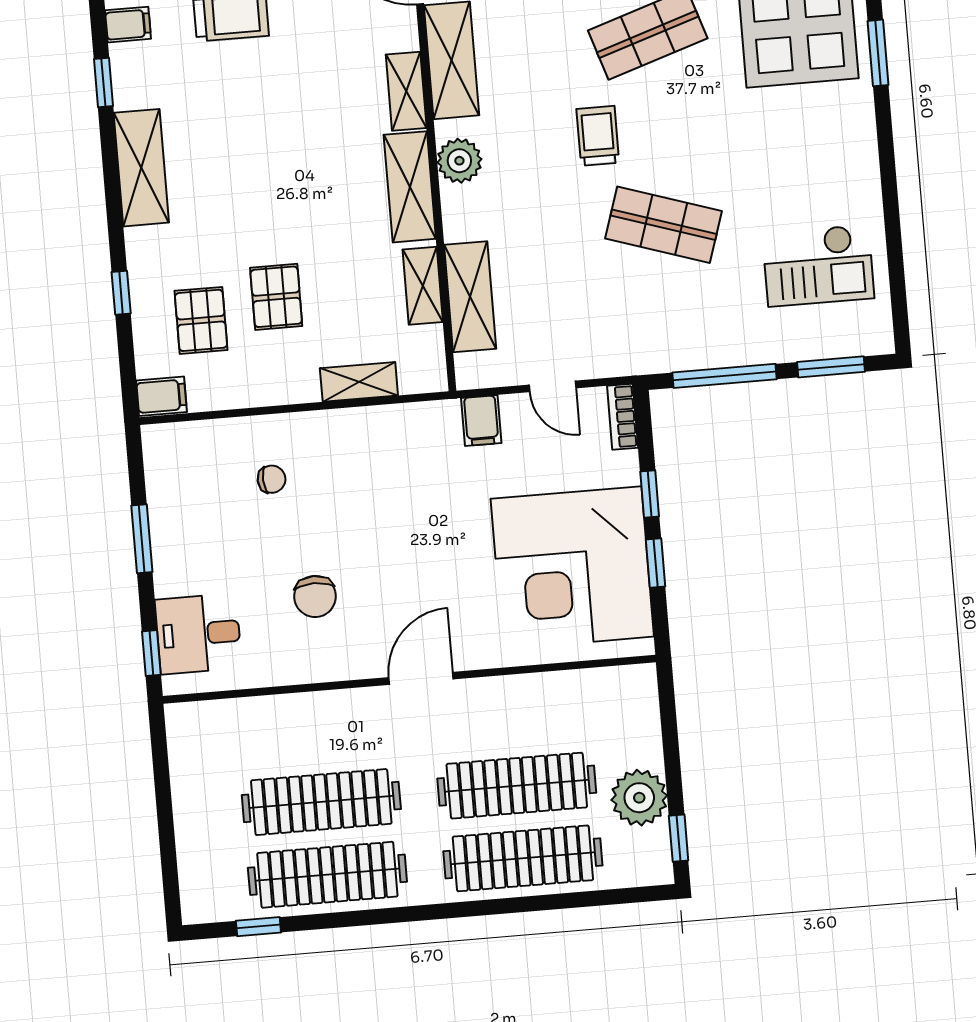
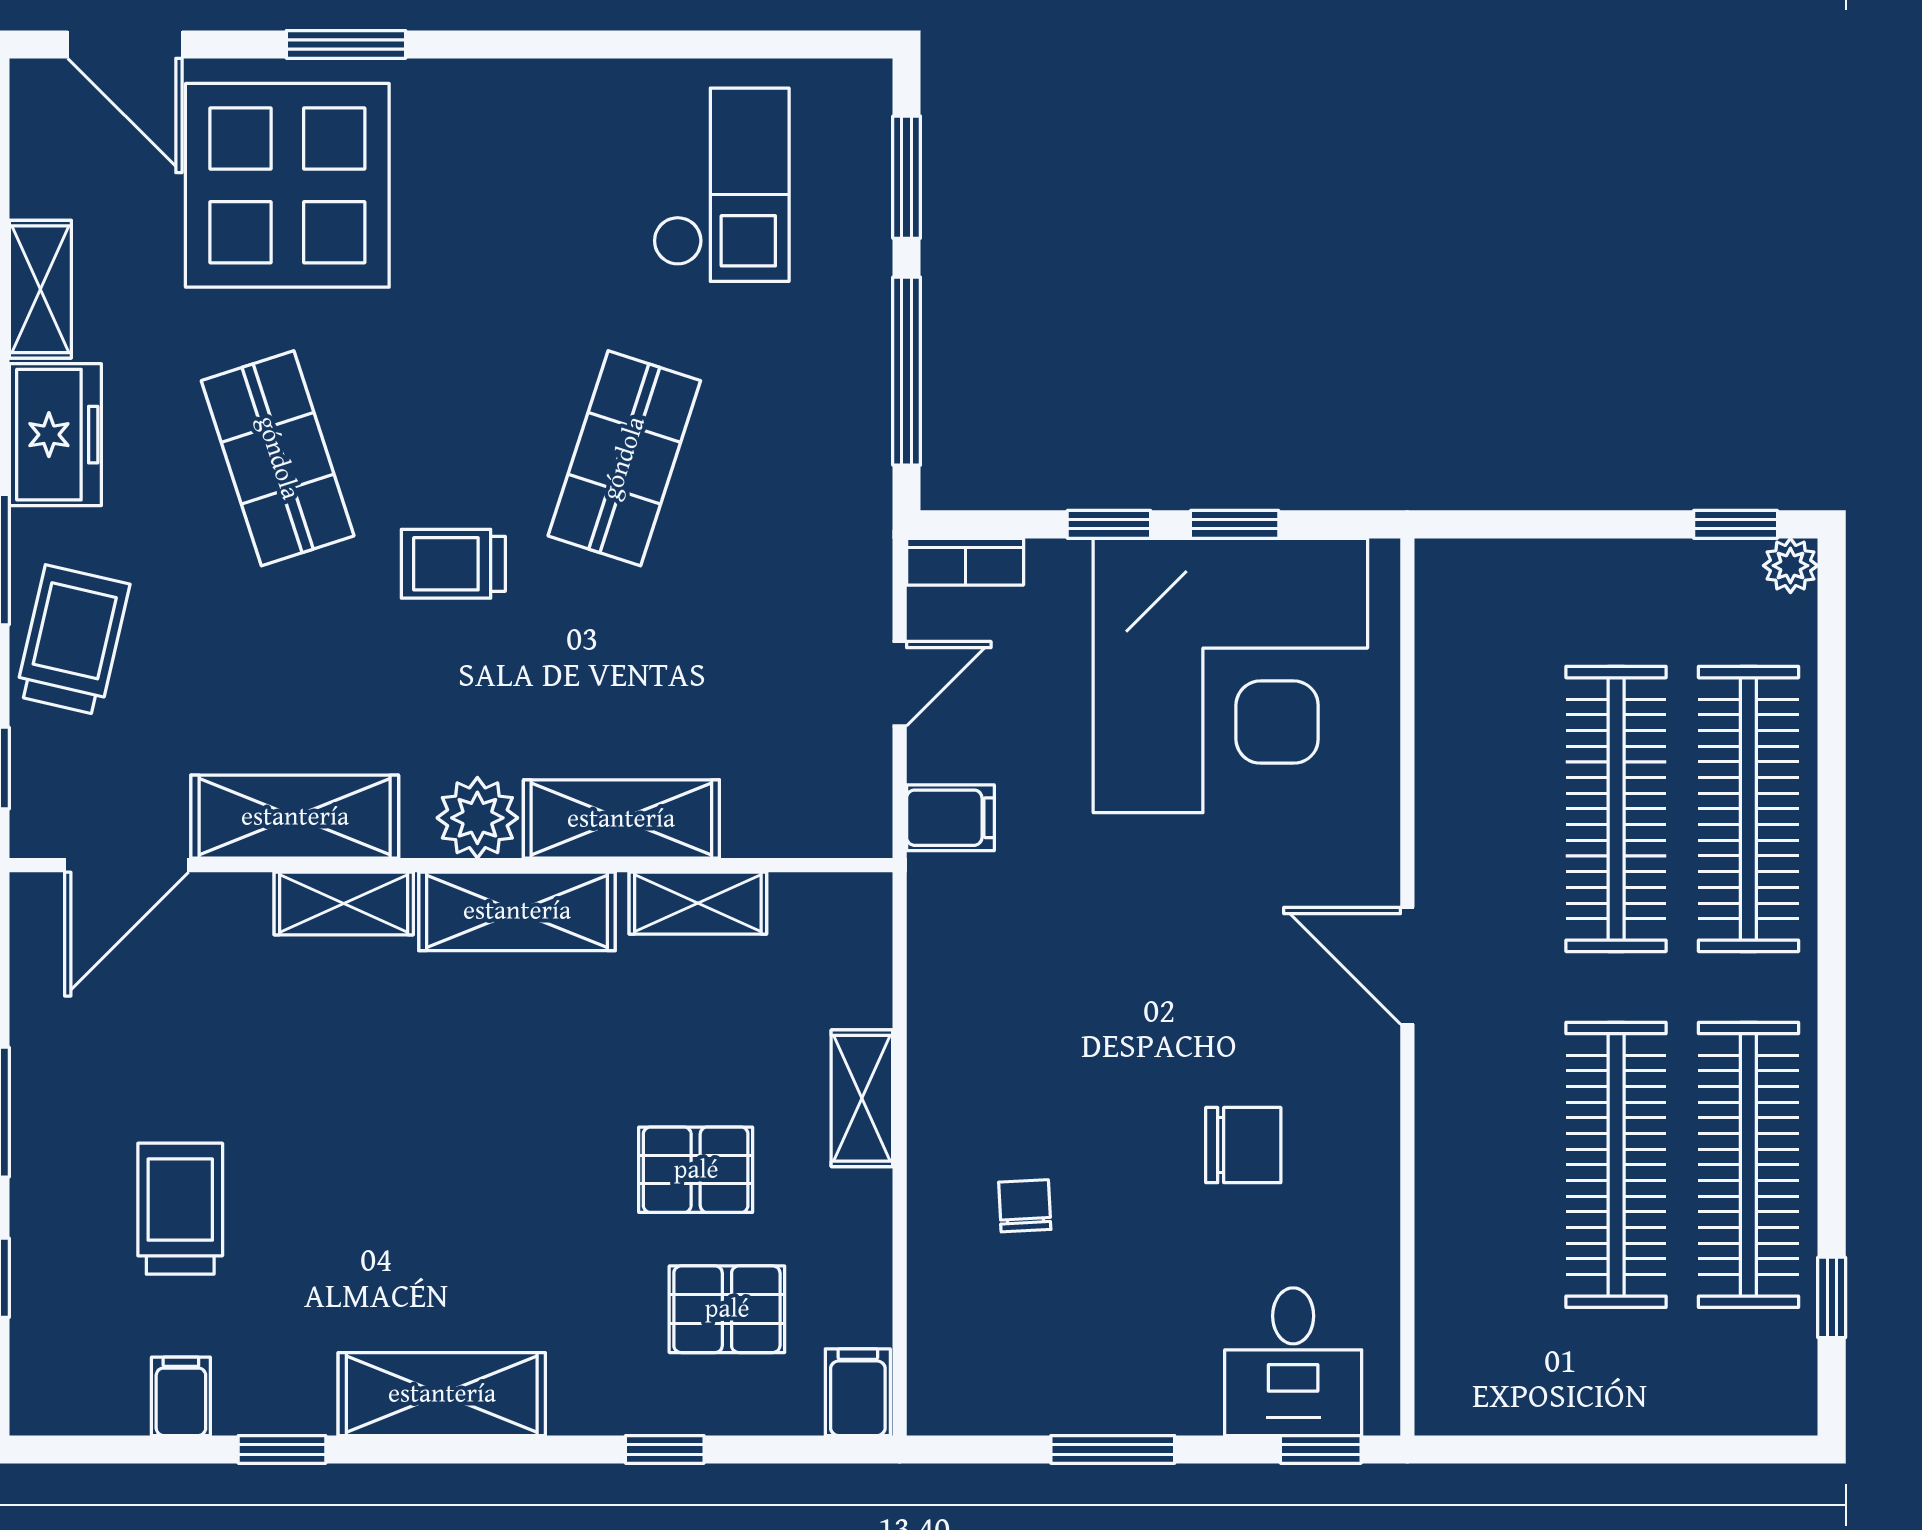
shelving: (470, 297) -> (621, 819), moved
shelving: (359, 382) -> (862, 1098), moved
plant: (639, 798) -> (1790, 566), moved, width x0.53, depth x0.53

